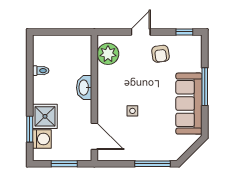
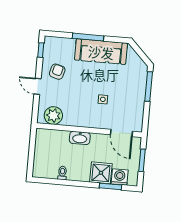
armchair: (160, 54) -> (57, 72), turned -67
door: (94, 136) -> (121, 133), swing flipped

